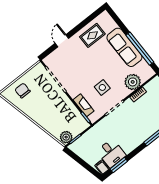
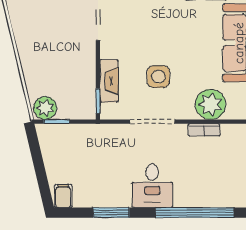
desk: (111, 153) -> (152, 186), moved
window: (119, 165) -> (111, 213), moved

